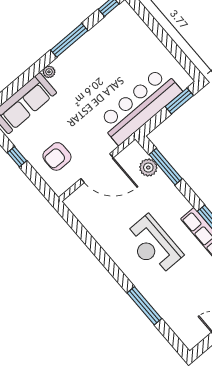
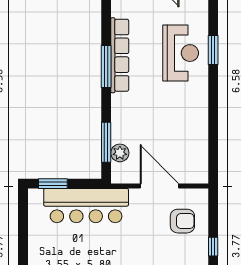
reception desk: (153, 245) -> (181, 53), moved
window: (144, 306) -> (213, 50), width x0.69

